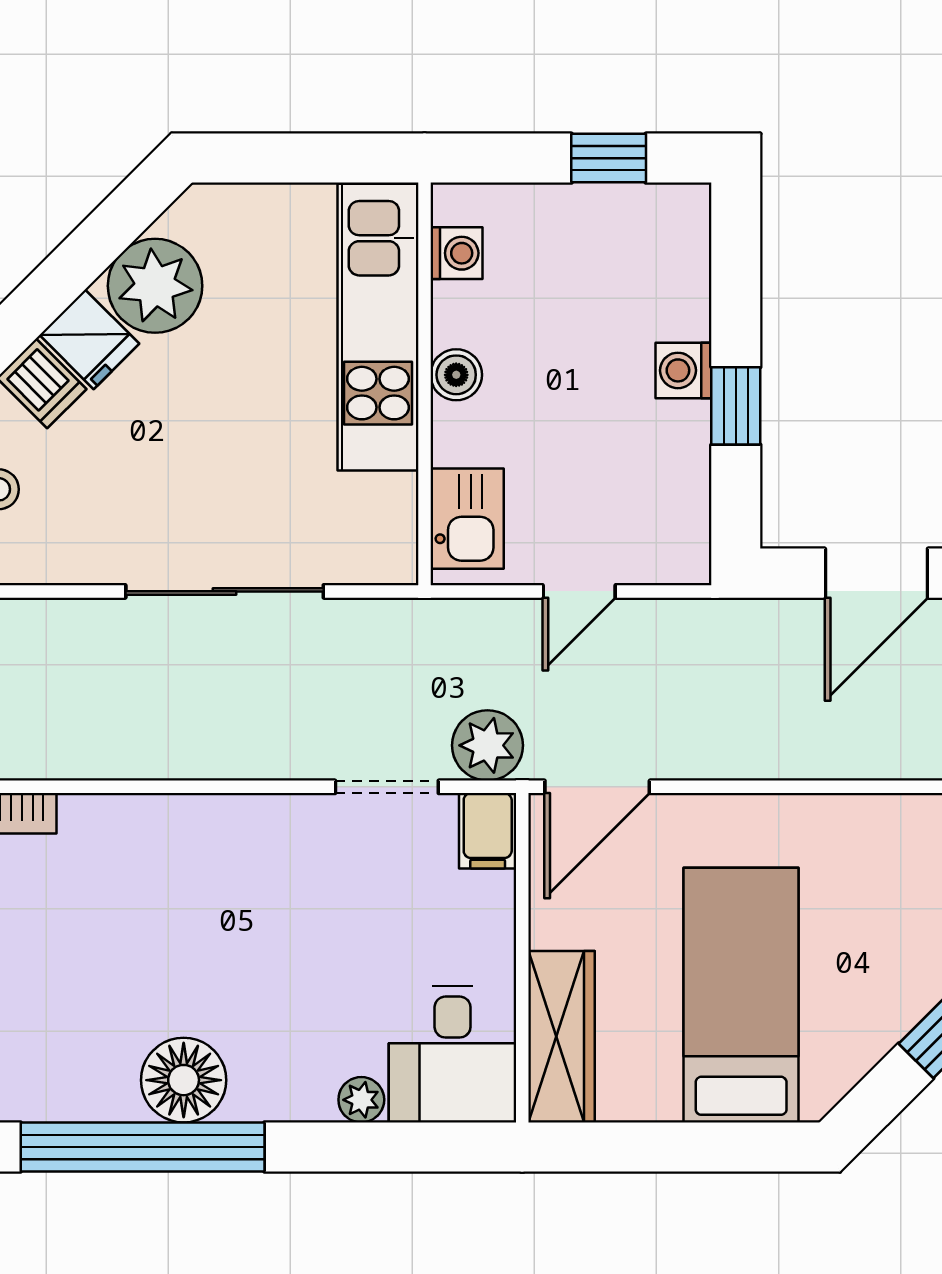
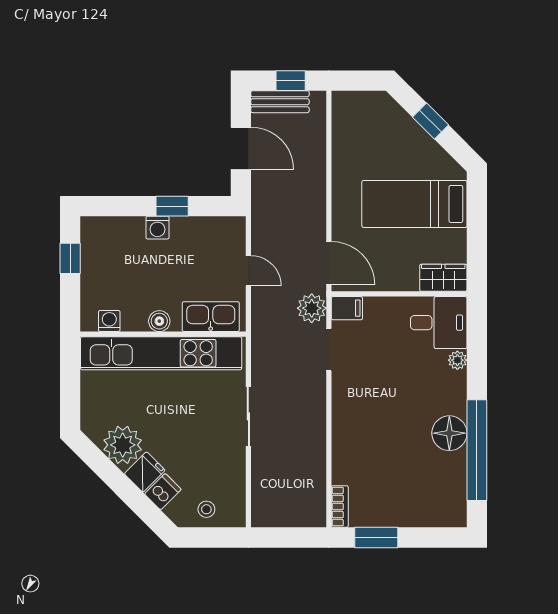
kitchen unit: (378, 327) -> (161, 353), width x1.36
kitchen sink: (467, 519) -> (211, 317), width x1.38
sliding door: (225, 591) -> (248, 416), width x0.73
wardrobe: (561, 1037) -> (443, 278), width x0.67

